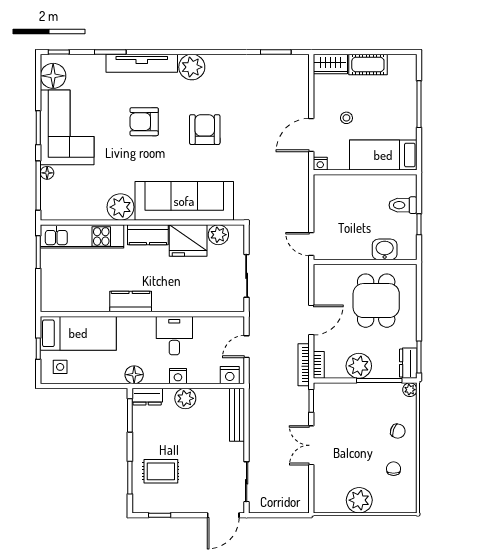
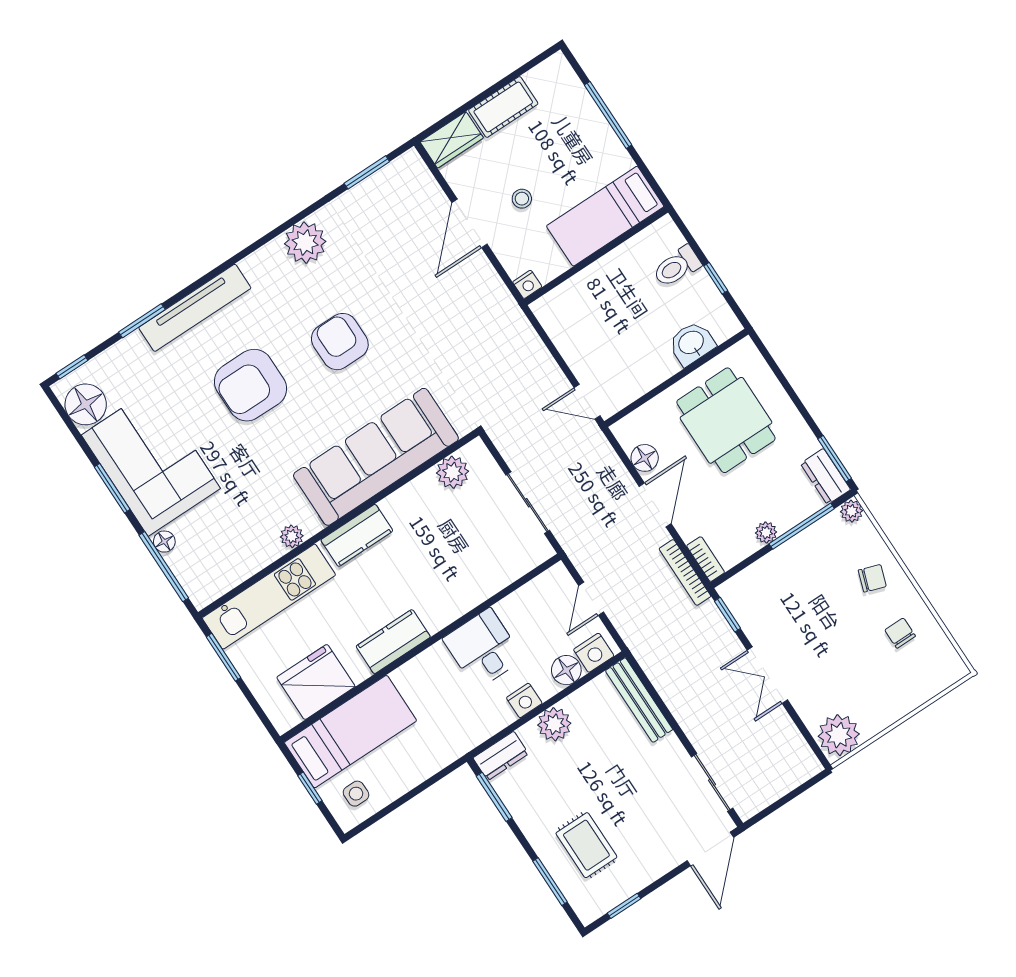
plant: (192, 67) -> (305, 243), moved
armchair: (144, 122) -> (250, 385), width x1.36, depth x1.36
door: (311, 135) -> (469, 223), moved
plant: (120, 207) -> (292, 536), width x0.53, depth x0.53
fridge: (188, 241) -> (316, 682), moved, turned 180
floor lamp: (322, 292) -> (645, 458), added
plant: (359, 366) -> (766, 532), width x0.53, depth x0.53
floor lamp: (134, 375) -> (566, 670), moved
rug: (161, 471) -> (586, 845), turned 90
plant: (359, 500) -> (839, 735), moved

